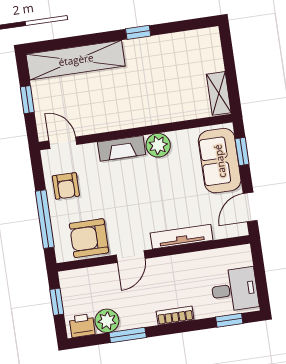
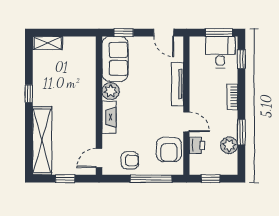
shelving: (219, 93) -> (48, 43), moved
sofa: (220, 161) -> (115, 59), moved, turned -90
window: (261, 284) -> (219, 33), added
printer: (82, 326) -> (197, 145), moved, turned 180

